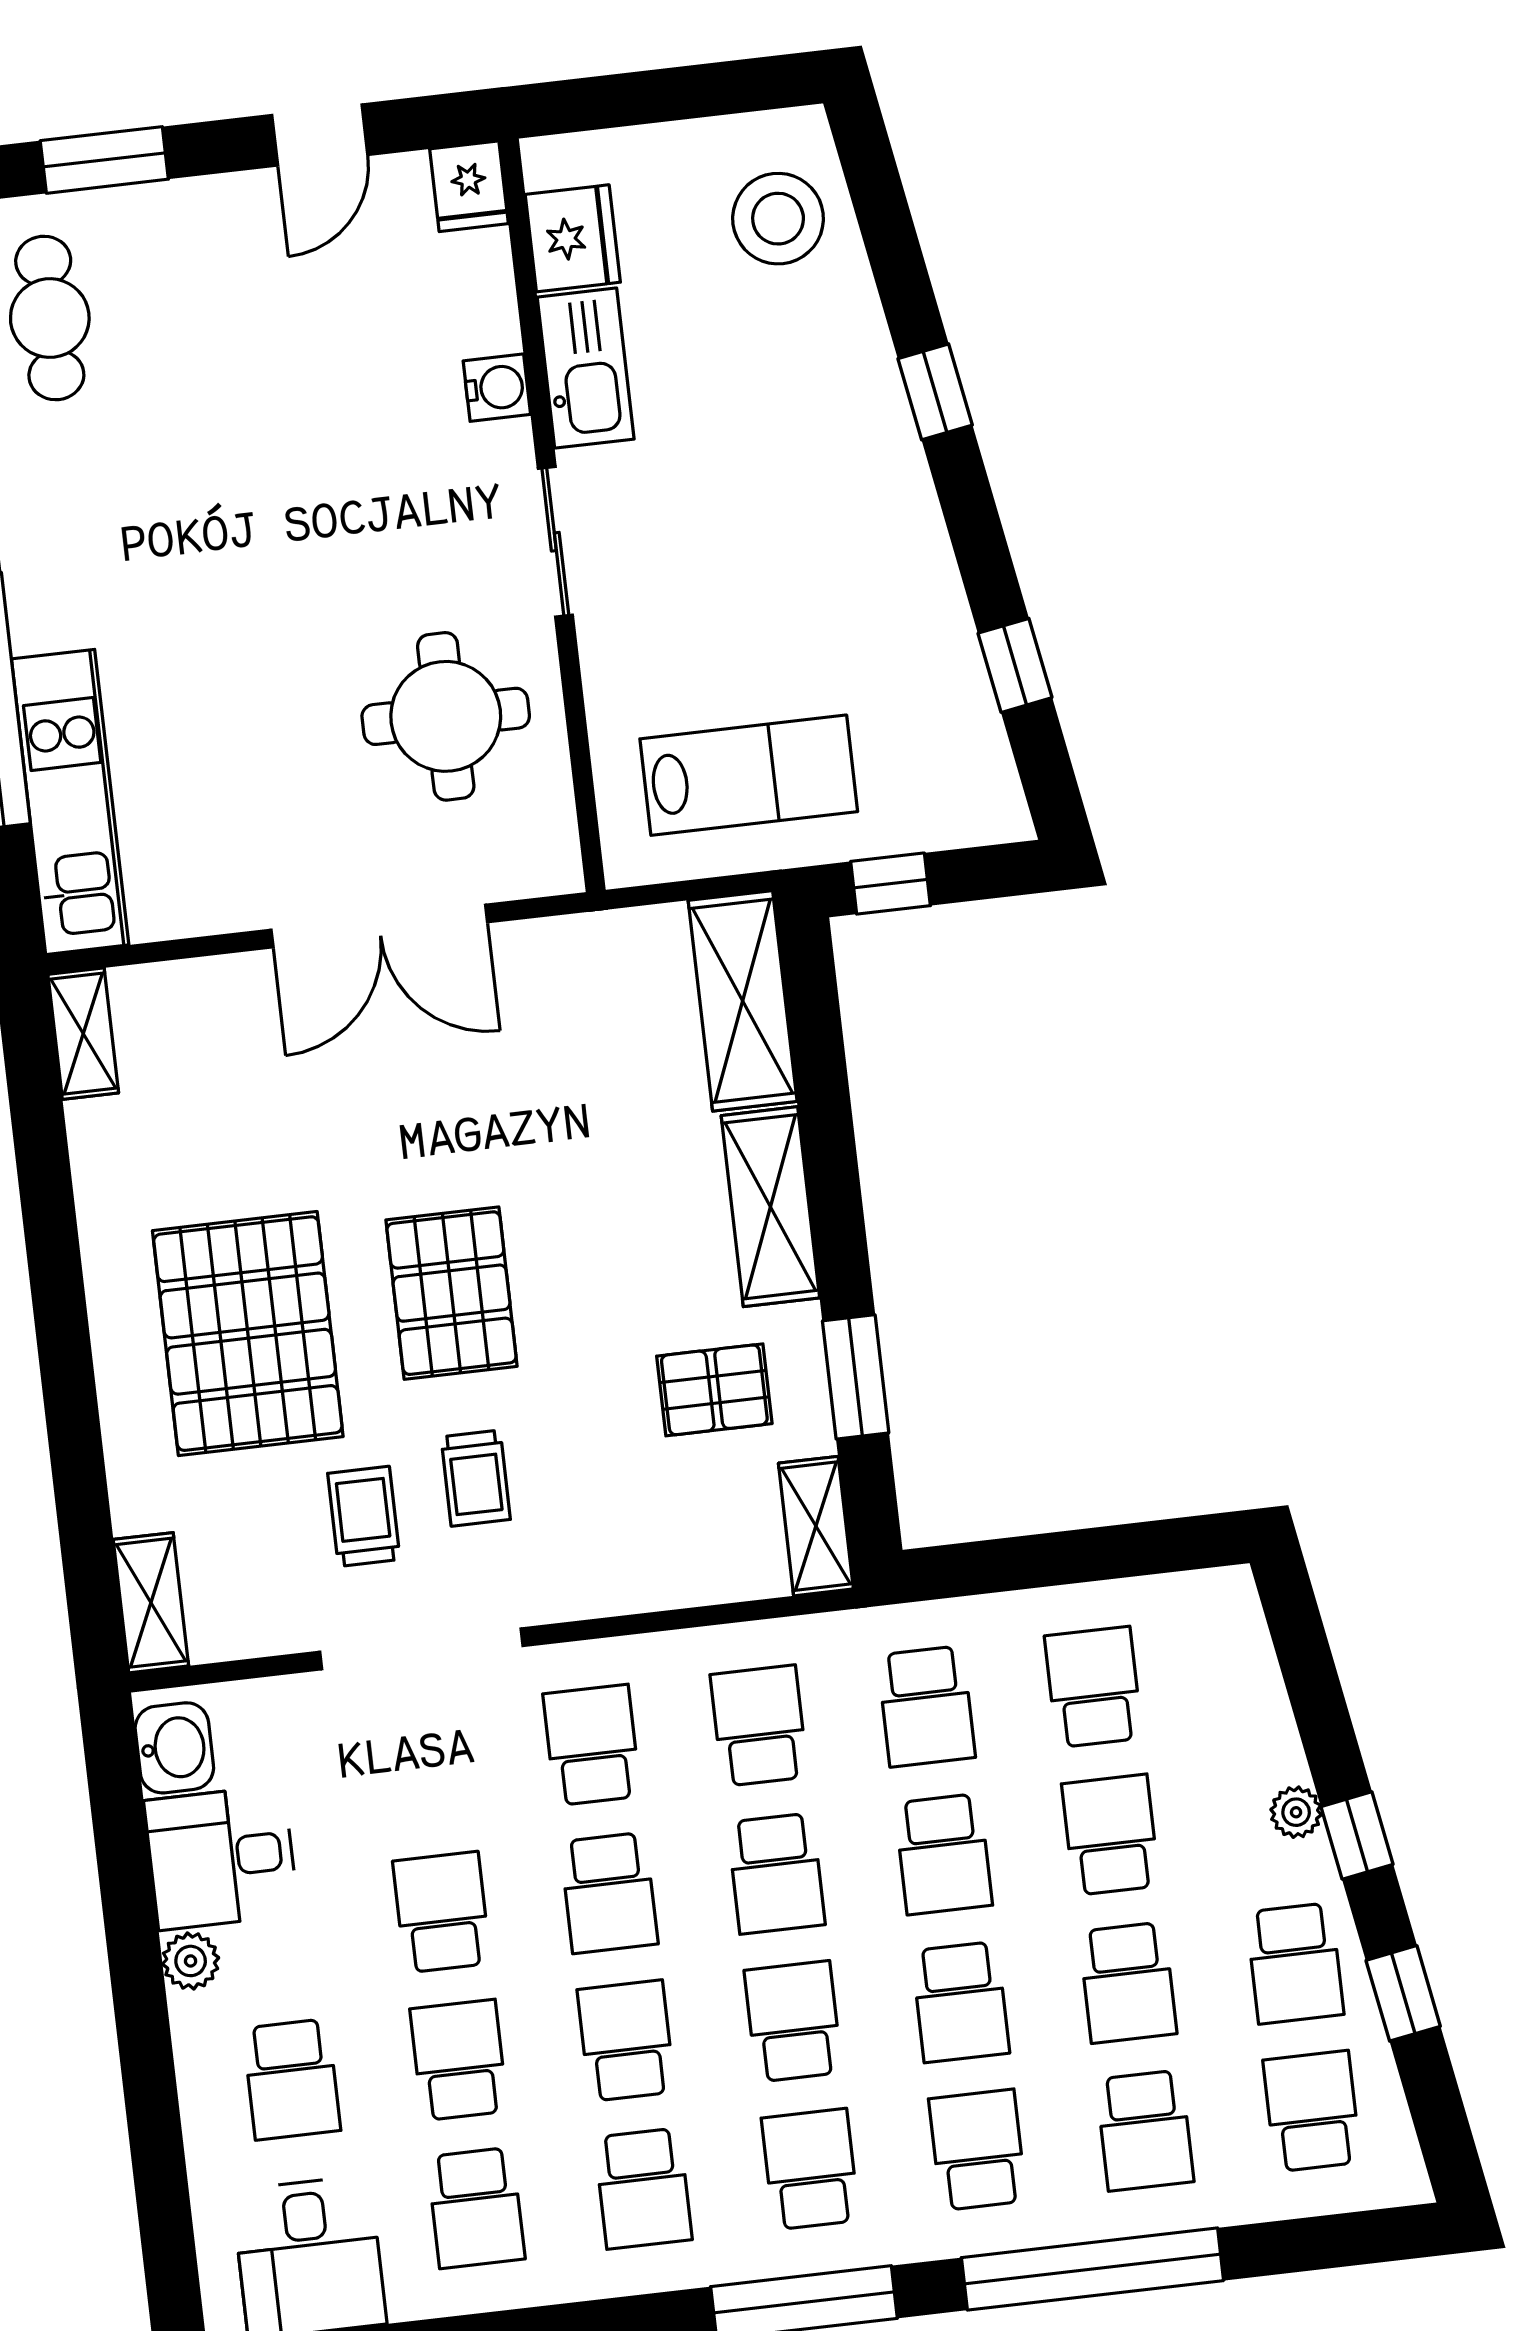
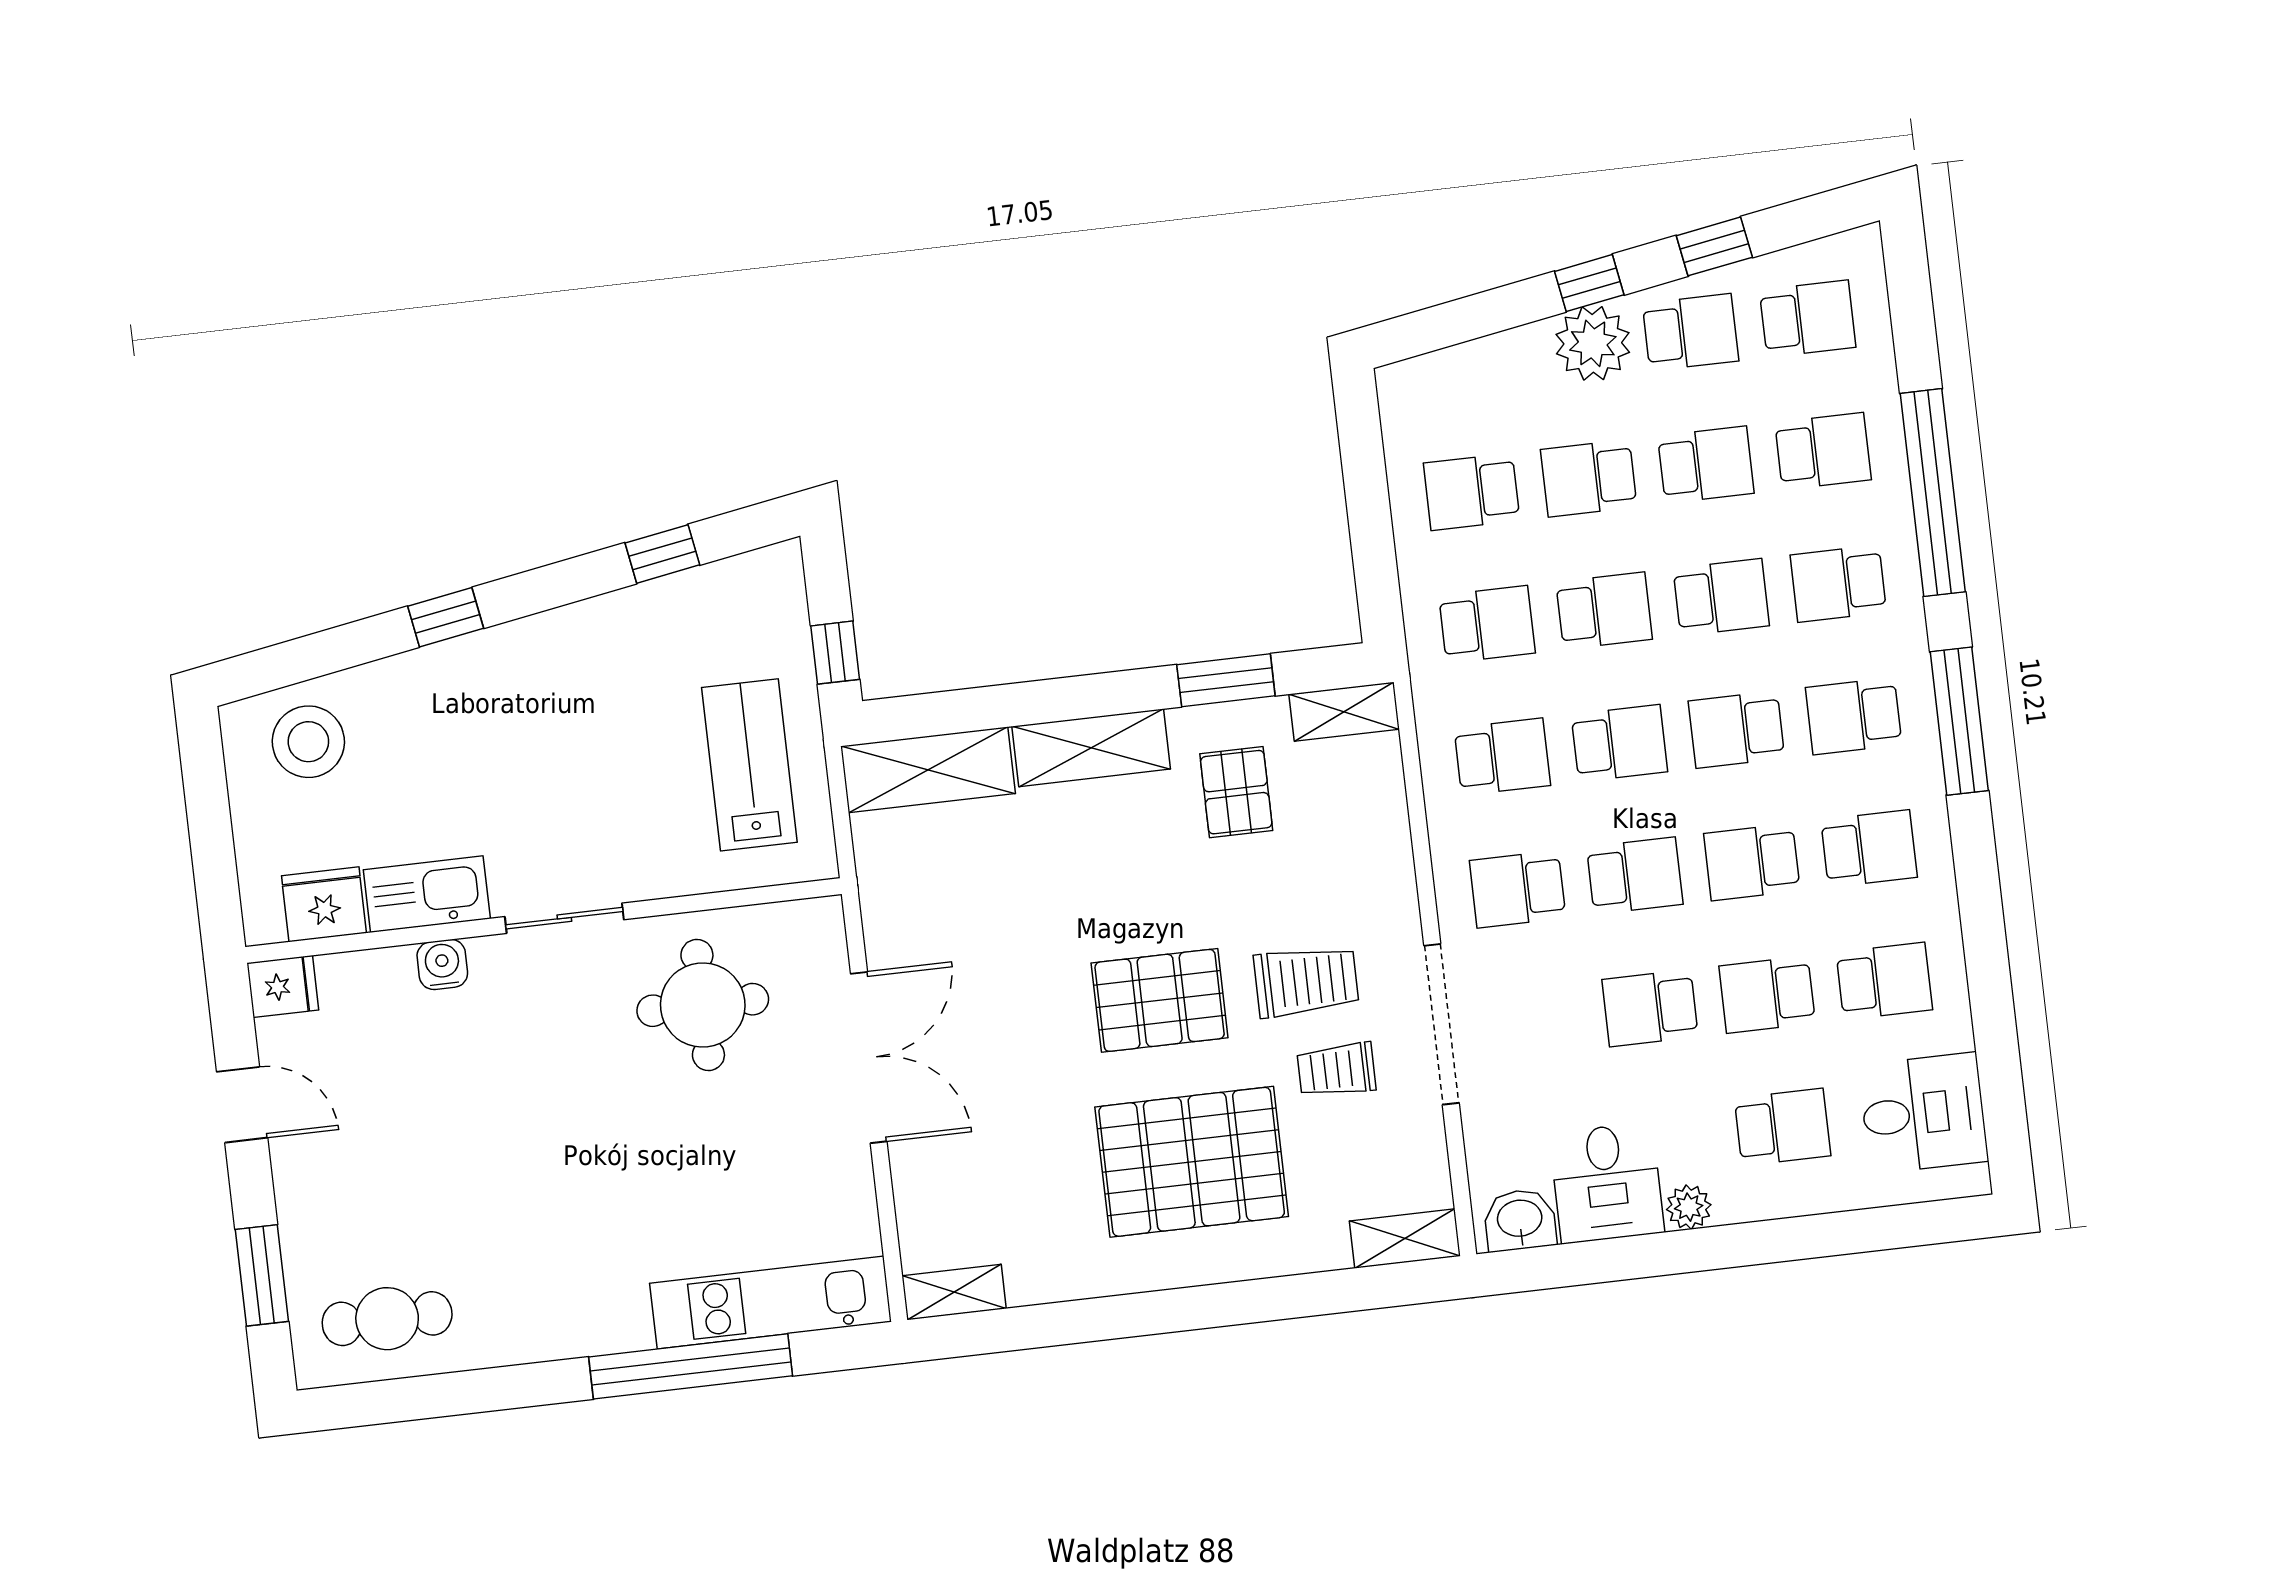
trolley: (476, 1478) -> (1306, 981), width x1.36, depth x1.39
school desk: (759, 1726) -> (1502, 757), turned 180
plant: (1296, 1812) -> (1593, 343), width x1.87, depth x1.87
school desk: (1312, 2111) -> (1808, 319), turned 180

